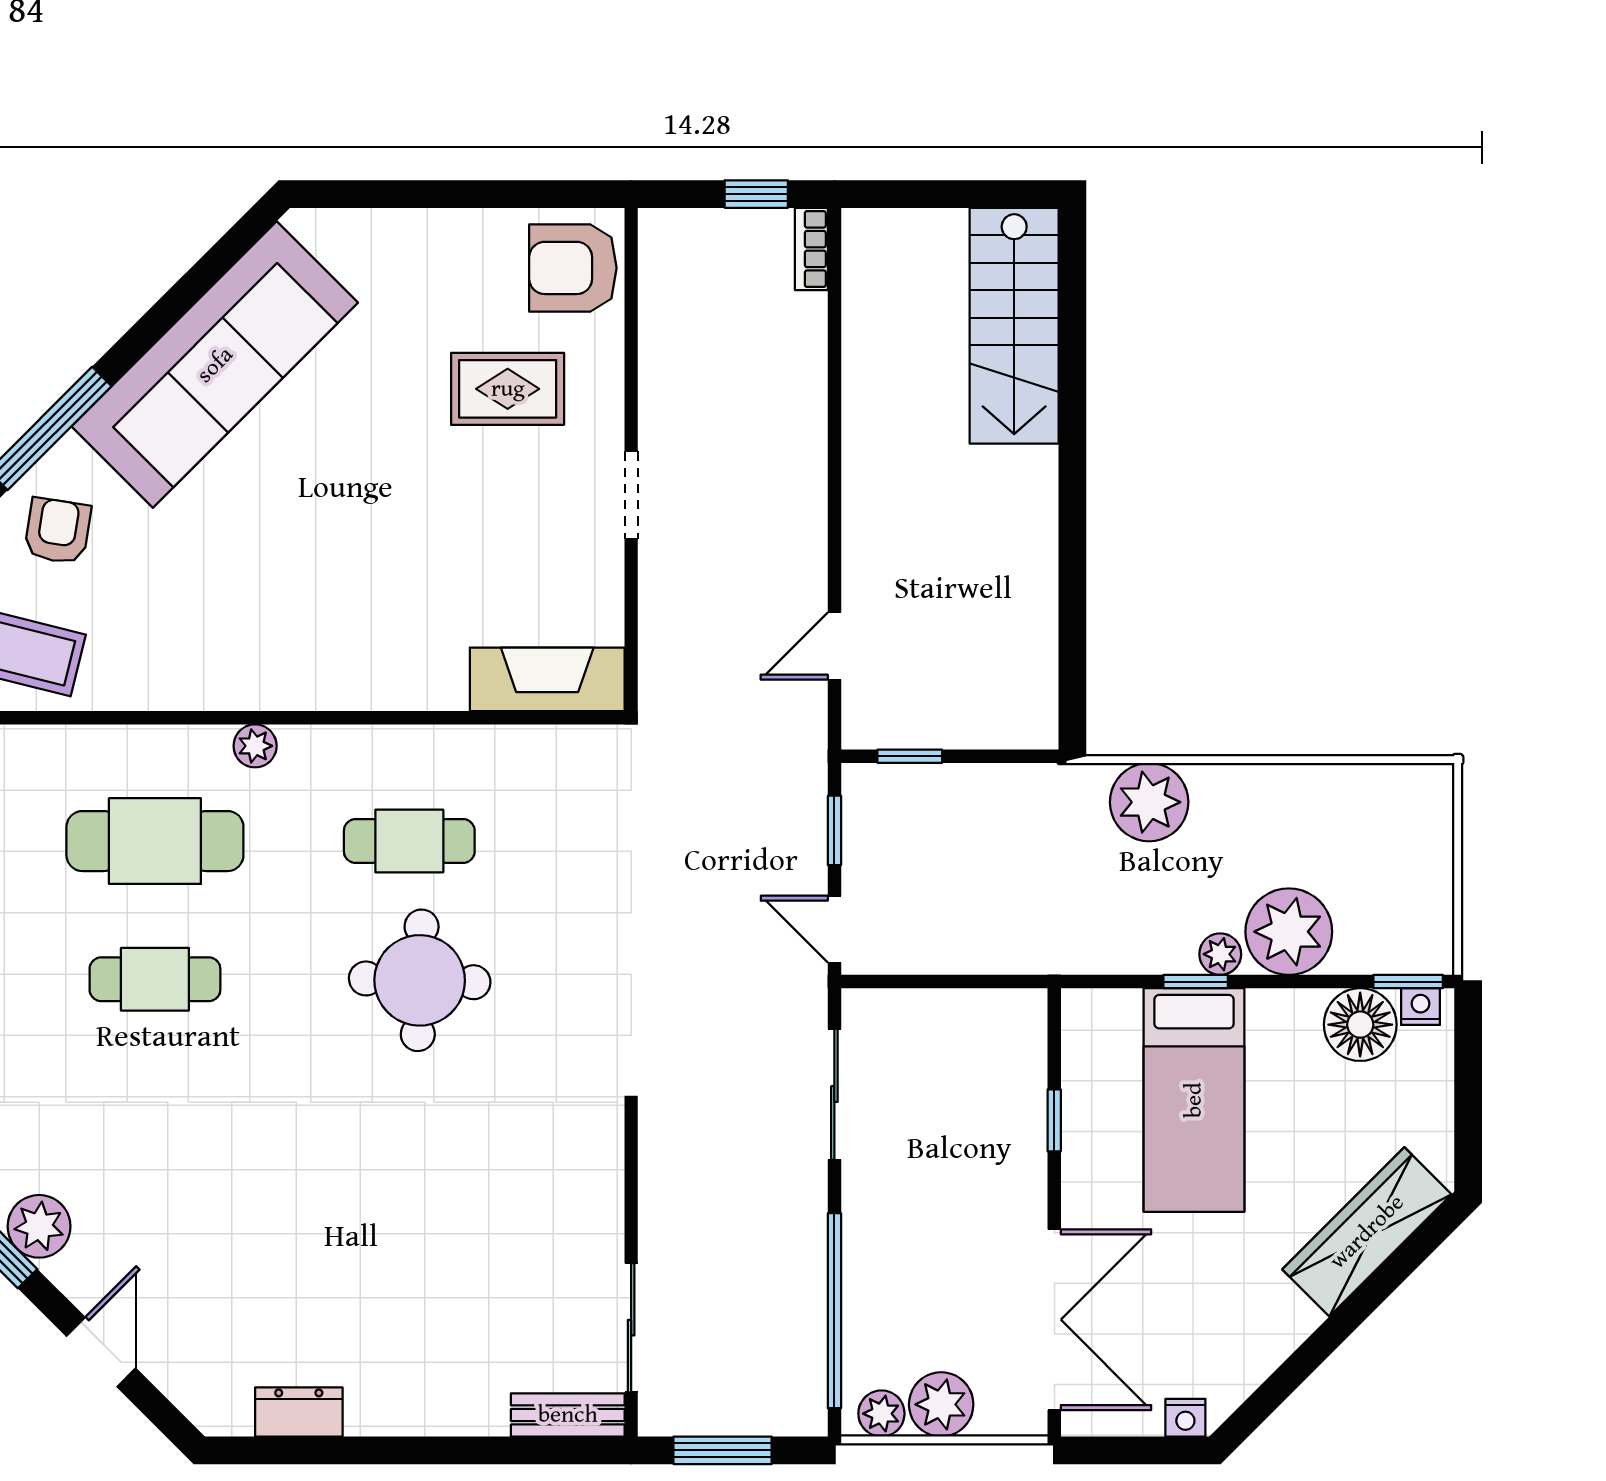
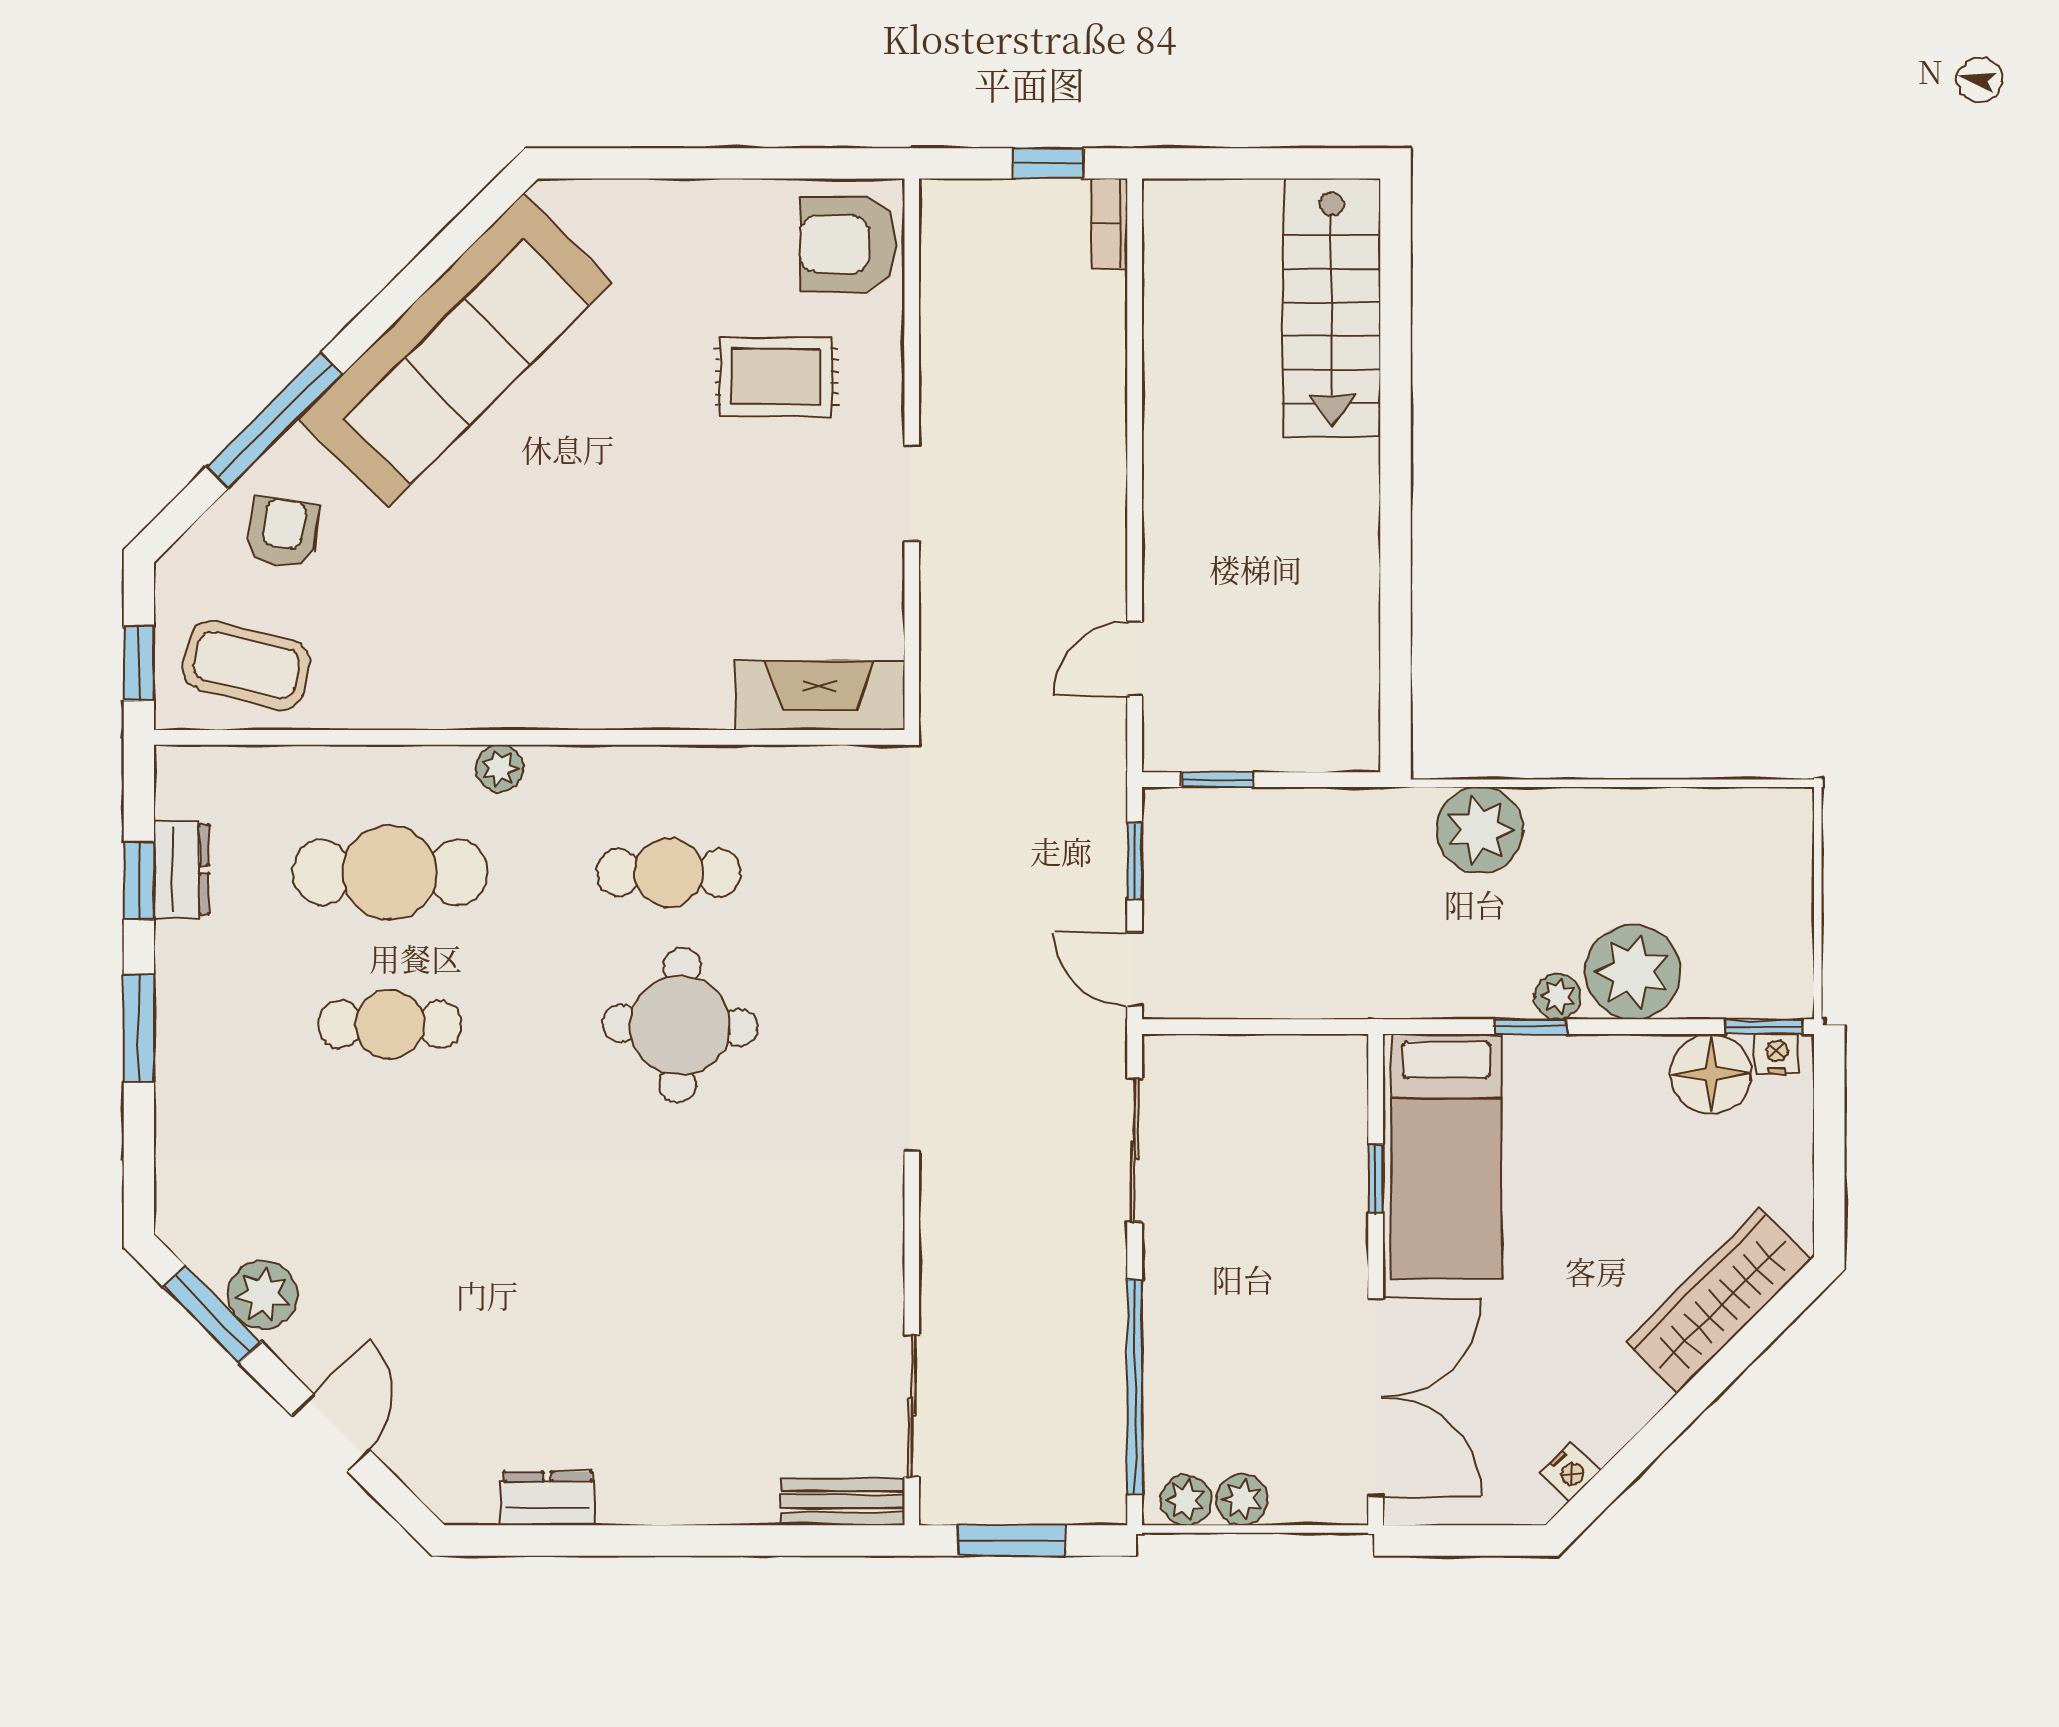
bed: (1194, 1100) -> (1446, 1156), moved
plant: (941, 1404) -> (1242, 1500), width x0.73, depth x0.73
nightstand: (1185, 1418) -> (1570, 1472), moved, turned -45

